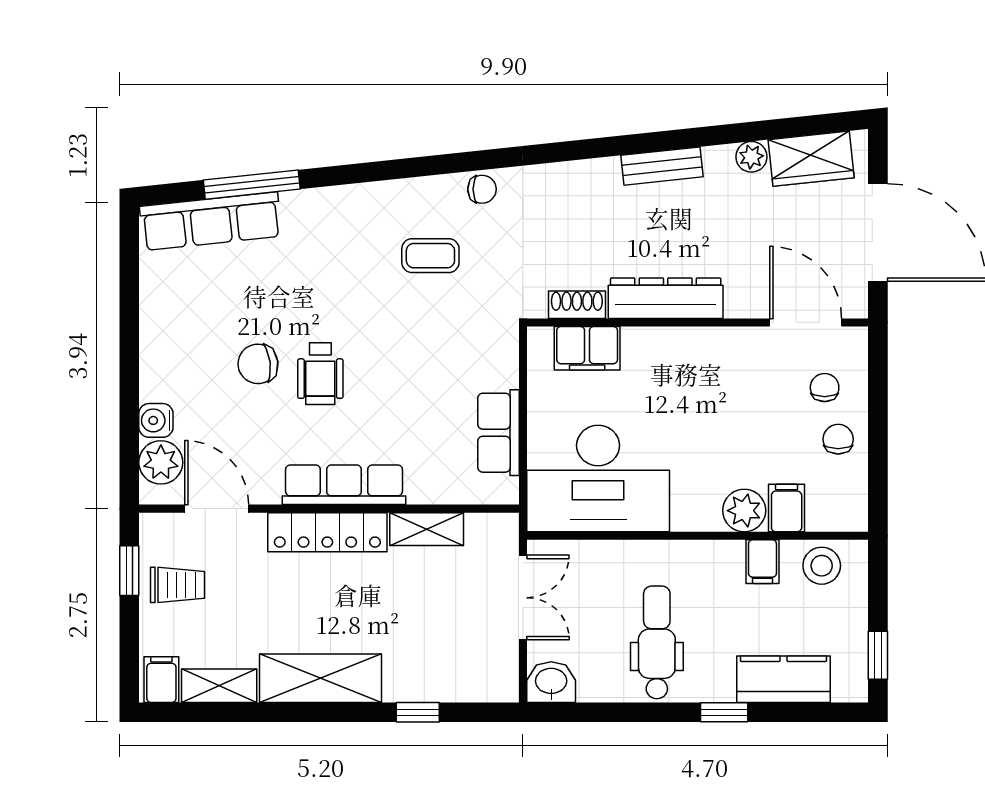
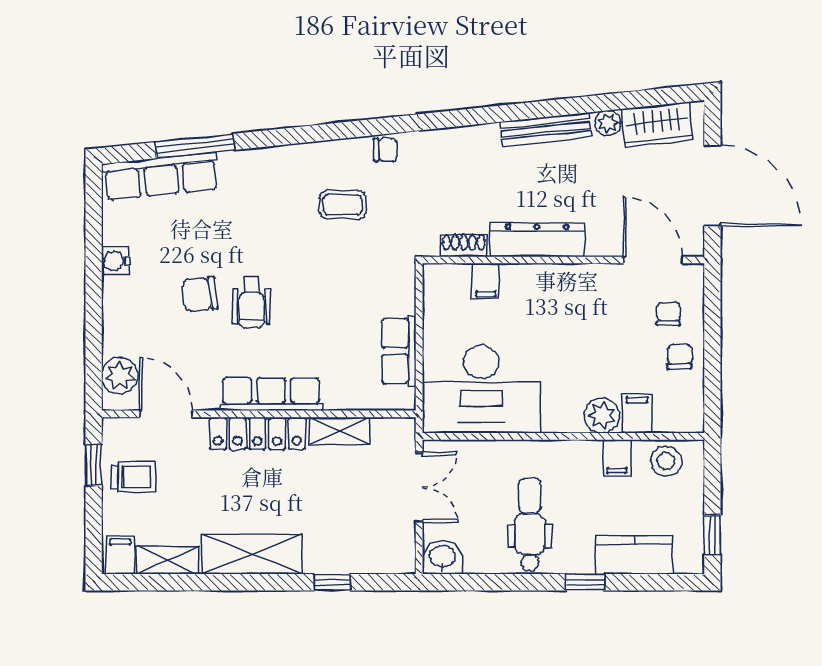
bench: (662, 166) -> (546, 129), width x1.36
filing cabinet: (587, 348) -> (486, 281), width x0.50
water cooler: (156, 420) -> (116, 261), moved

